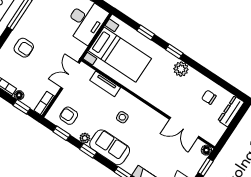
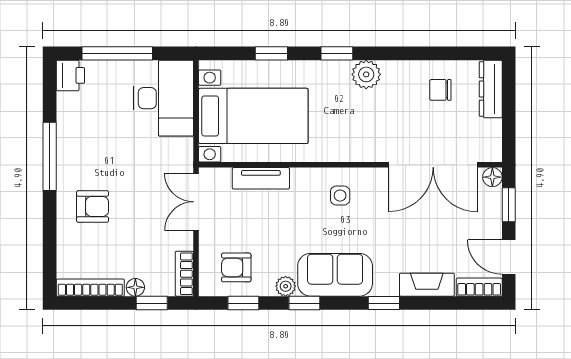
side table: (122, 117) -> (340, 196), moved
double door: (184, 128) -> (433, 165), width x1.37

